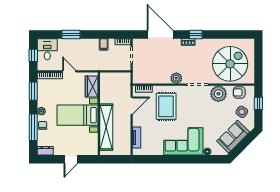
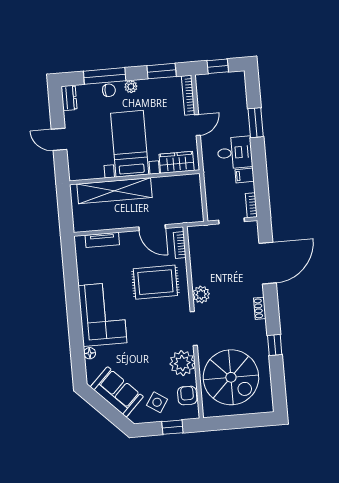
window: (196, 35) -> (275, 345), moved
desk: (47, 49) -> (235, 153), moved

